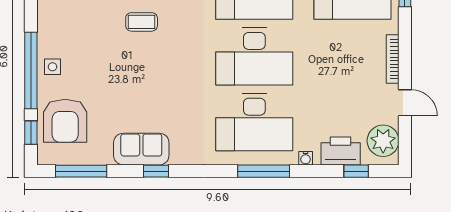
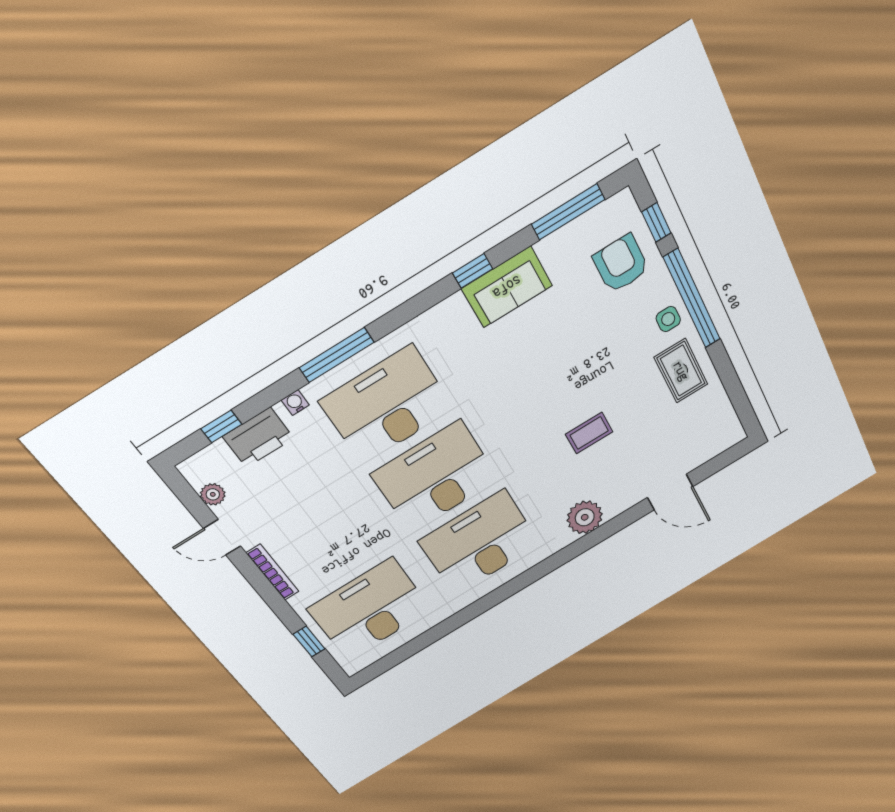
rug: (61, 26) -> (681, 371), added
armchair: (65, 121) -> (621, 264), width x0.73, depth x0.73
plant: (383, 141) -> (213, 494), width x0.53, depth x0.53

